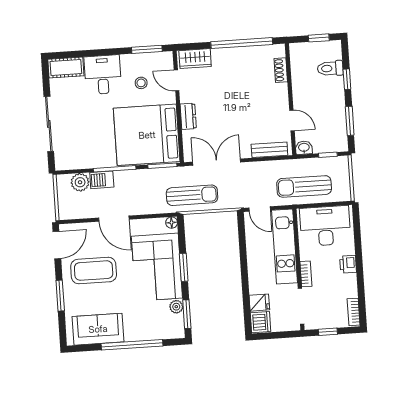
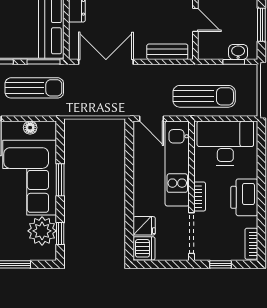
washbasin: (304, 148) -> (238, 52), moved
sun lounger: (304, 186) -> (204, 96), turned 180
sun lounger: (192, 195) -> (34, 88), moved
floor lamp: (172, 223) -> (30, 128), moved
printer: (348, 264) -> (244, 197), width x1.87, depth x1.48
plant: (176, 307) -> (42, 231), width x1.88, depth x1.88
window: (187, 314) -> (60, 234), width x0.67

